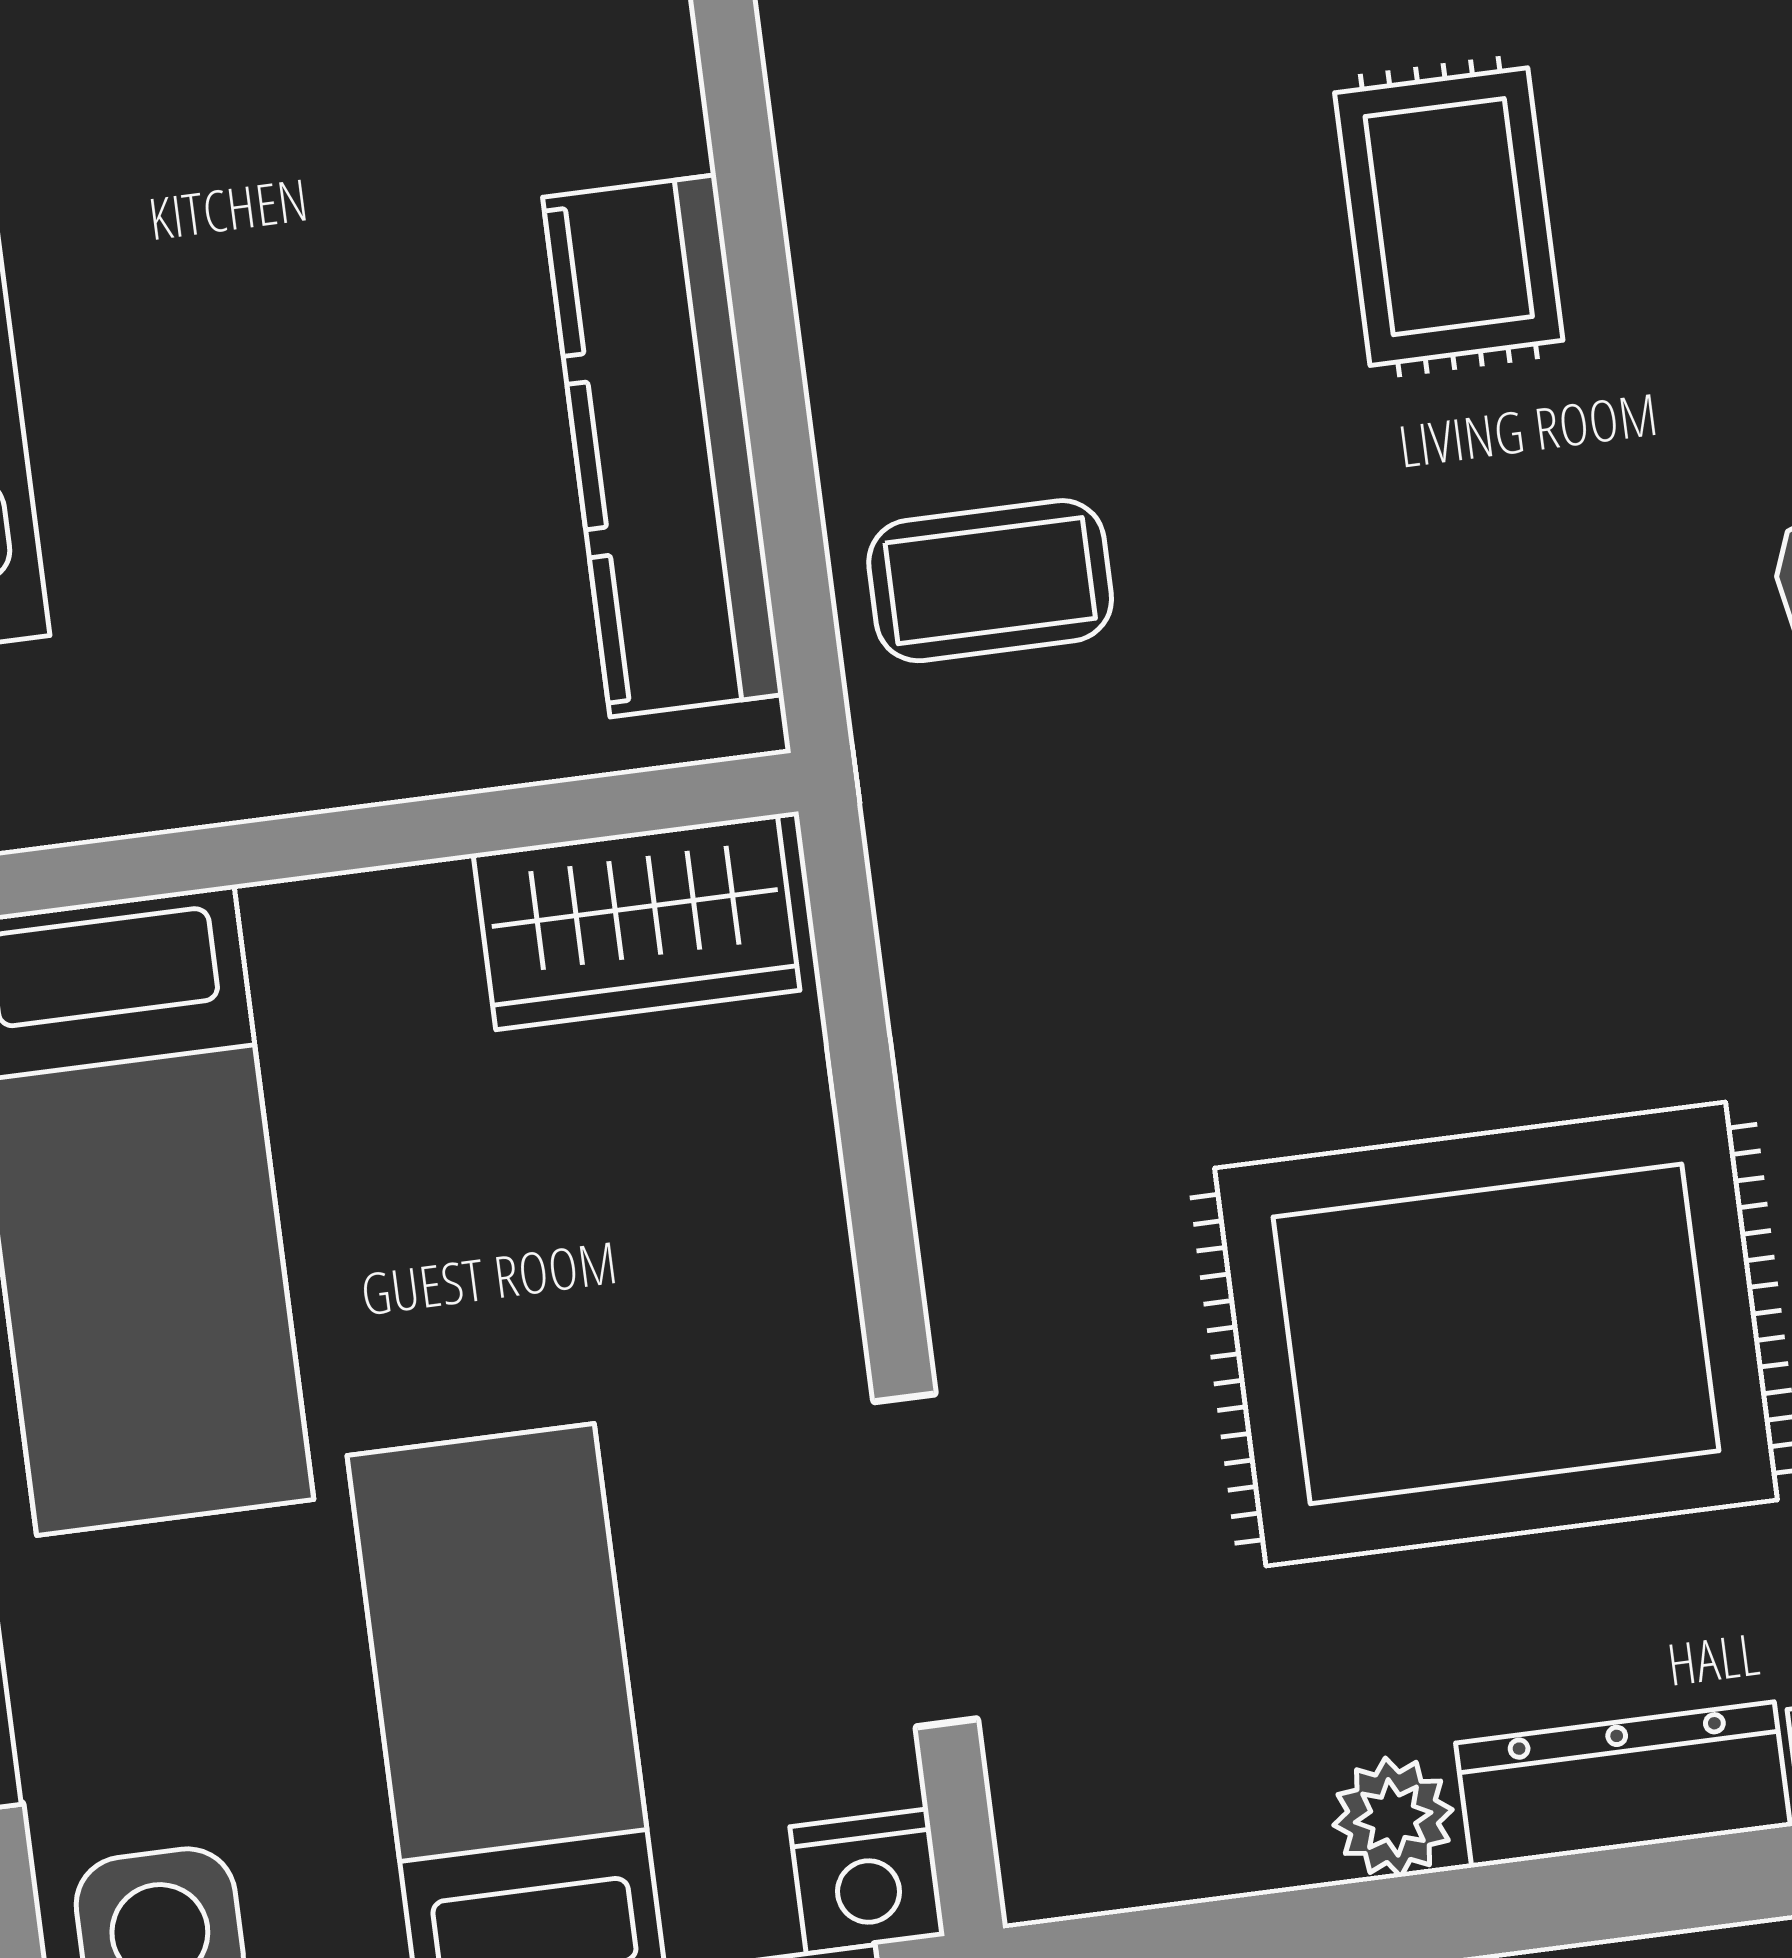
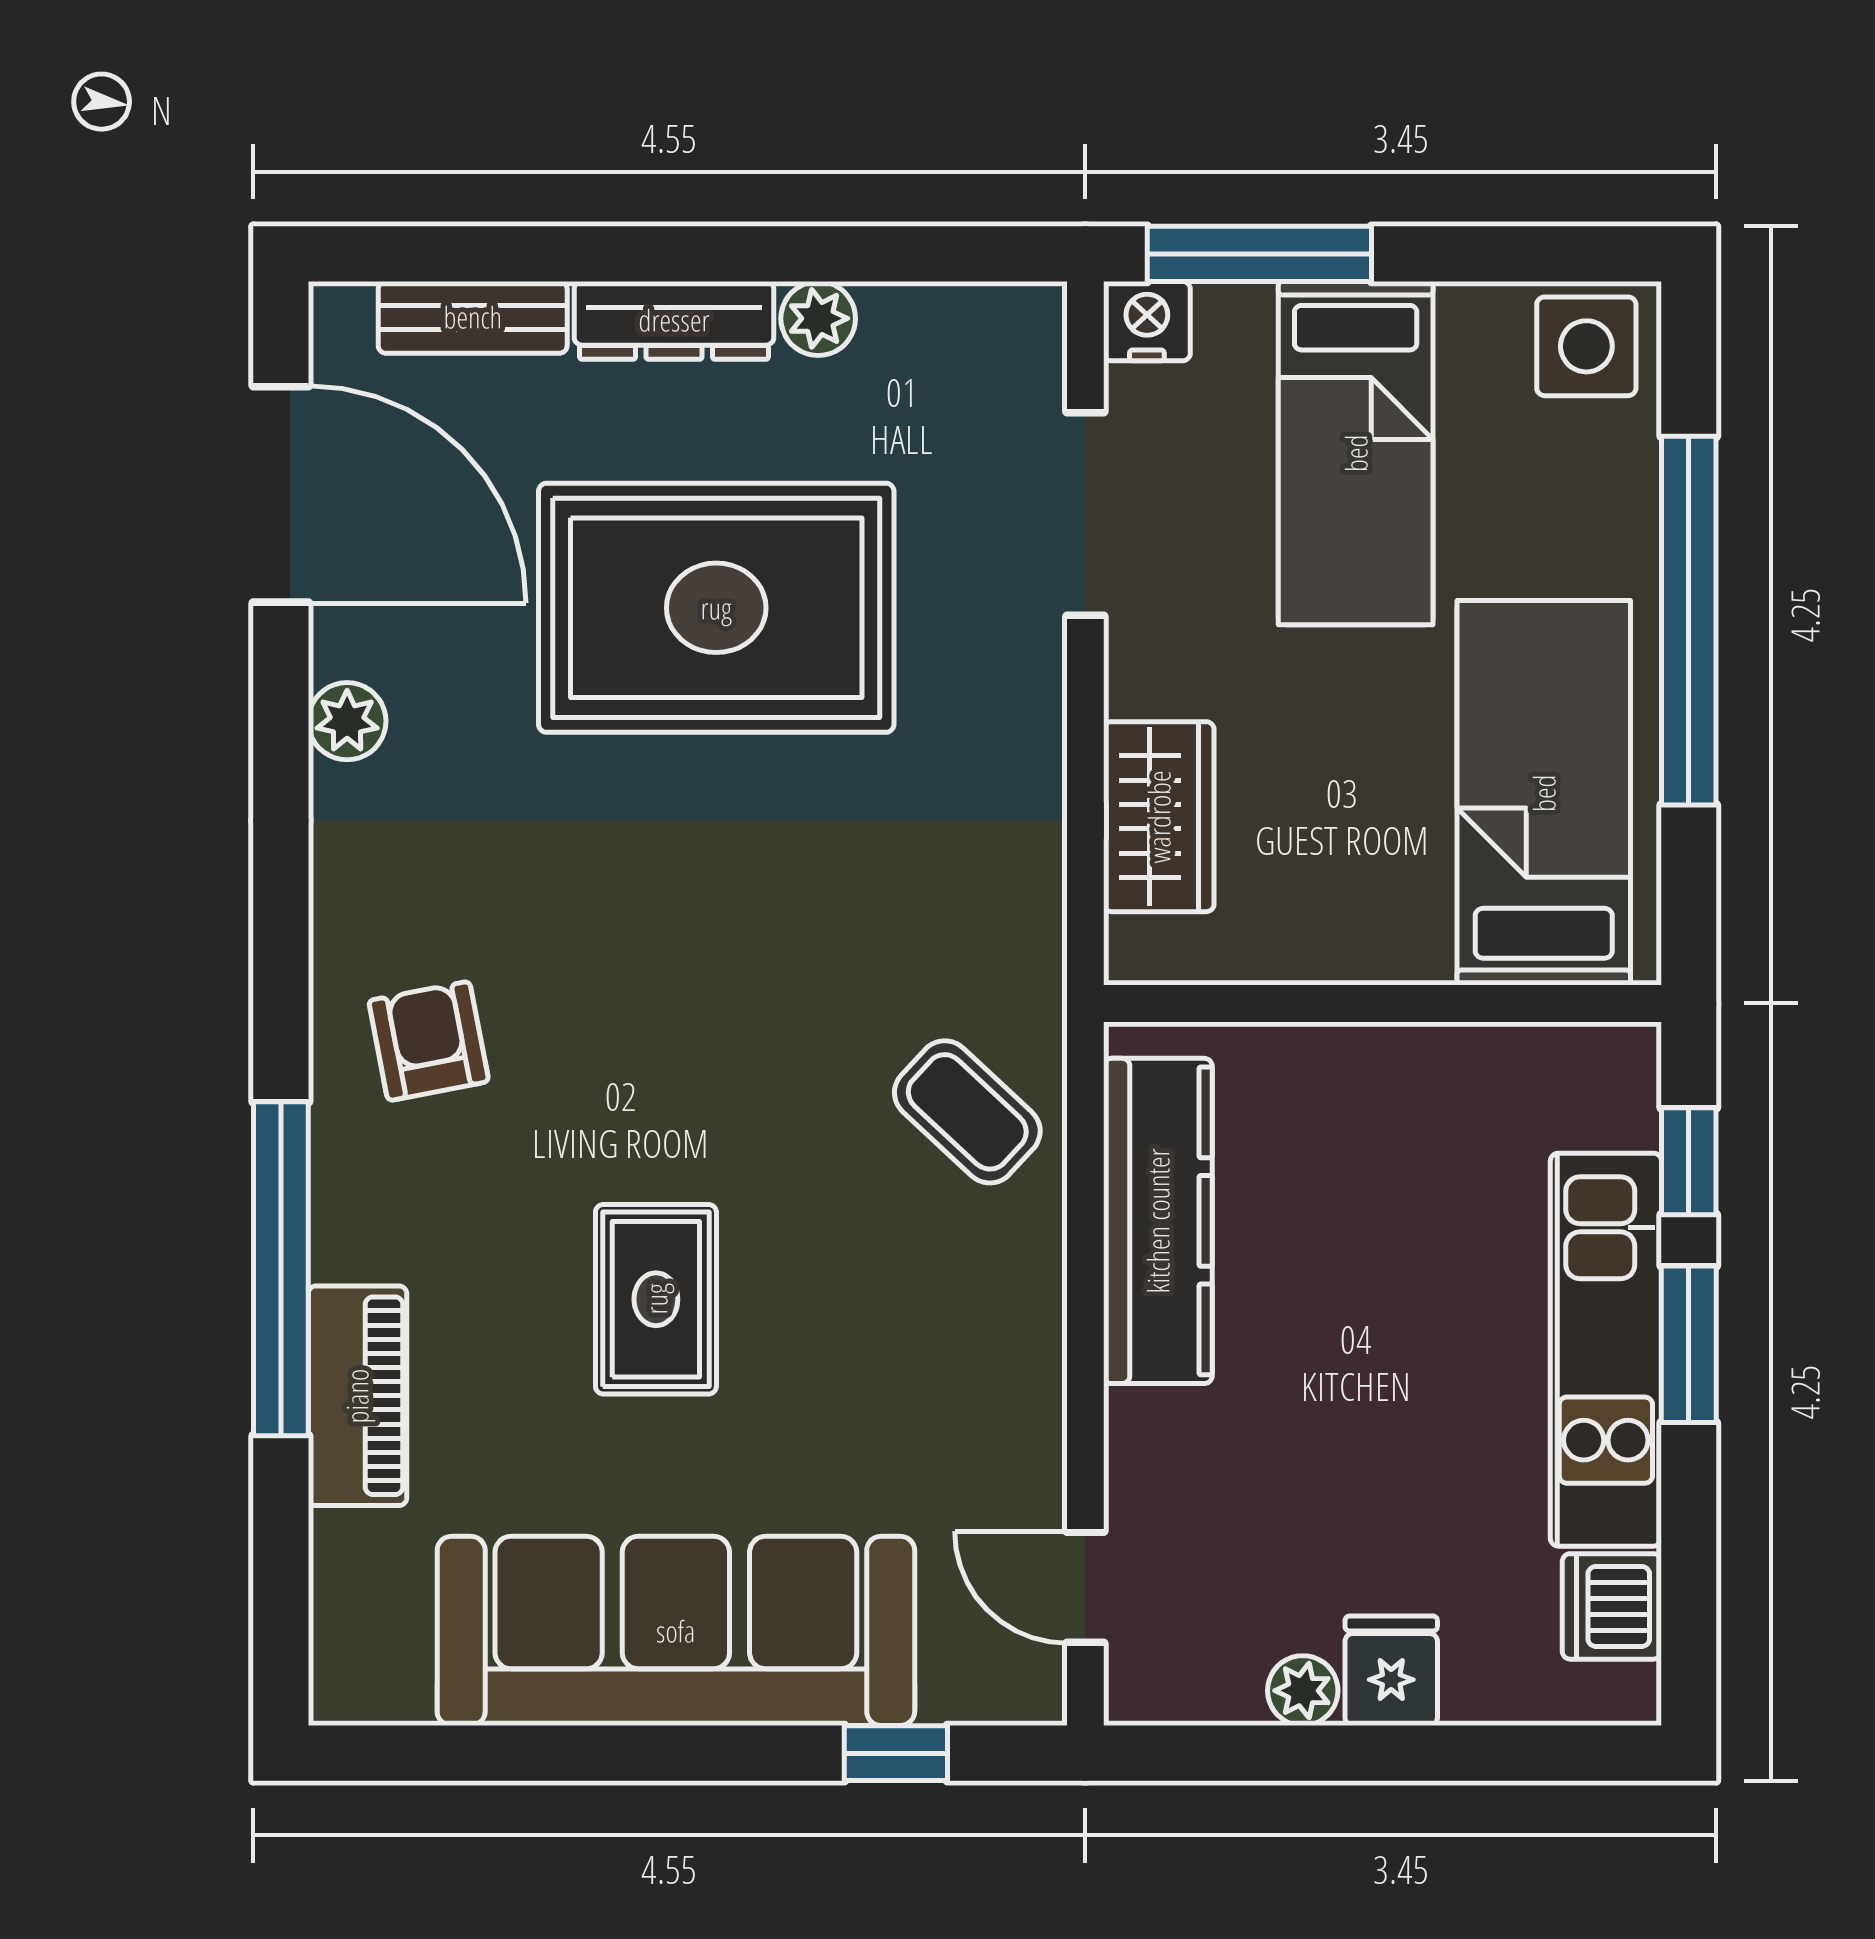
coffee table: (990, 581) -> (967, 1112), turned 43
wardrobe: (637, 922) -> (1159, 817), moved, turned 90

